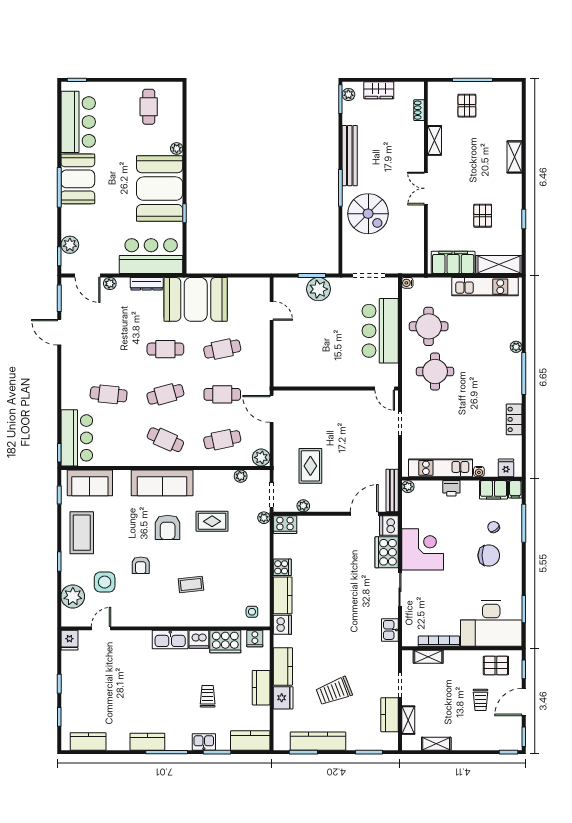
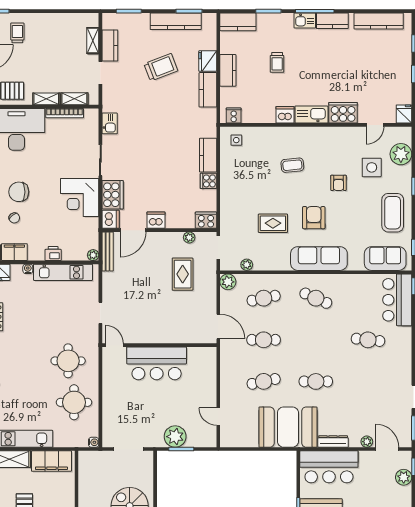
bar counter: (380, 331) -> (157, 363), moved, turned 90
cafe table: (165, 394) -> (316, 340), removed
plant: (264, 518) -> (225, 227), removed
armchair: (141, 565) -> (338, 183), turned 180
dishwasher: (282, 625) -> (156, 220), moved, turned 90
cooker: (225, 642) -> (343, 113), moved
trolley: (480, 700) -> (17, 33), moved
kitchen counter: (88, 741) -> (379, 21), width x1.50
kitchen sink: (204, 742) -> (305, 21), moved
shelving: (436, 744) -> (46, 99), moved

